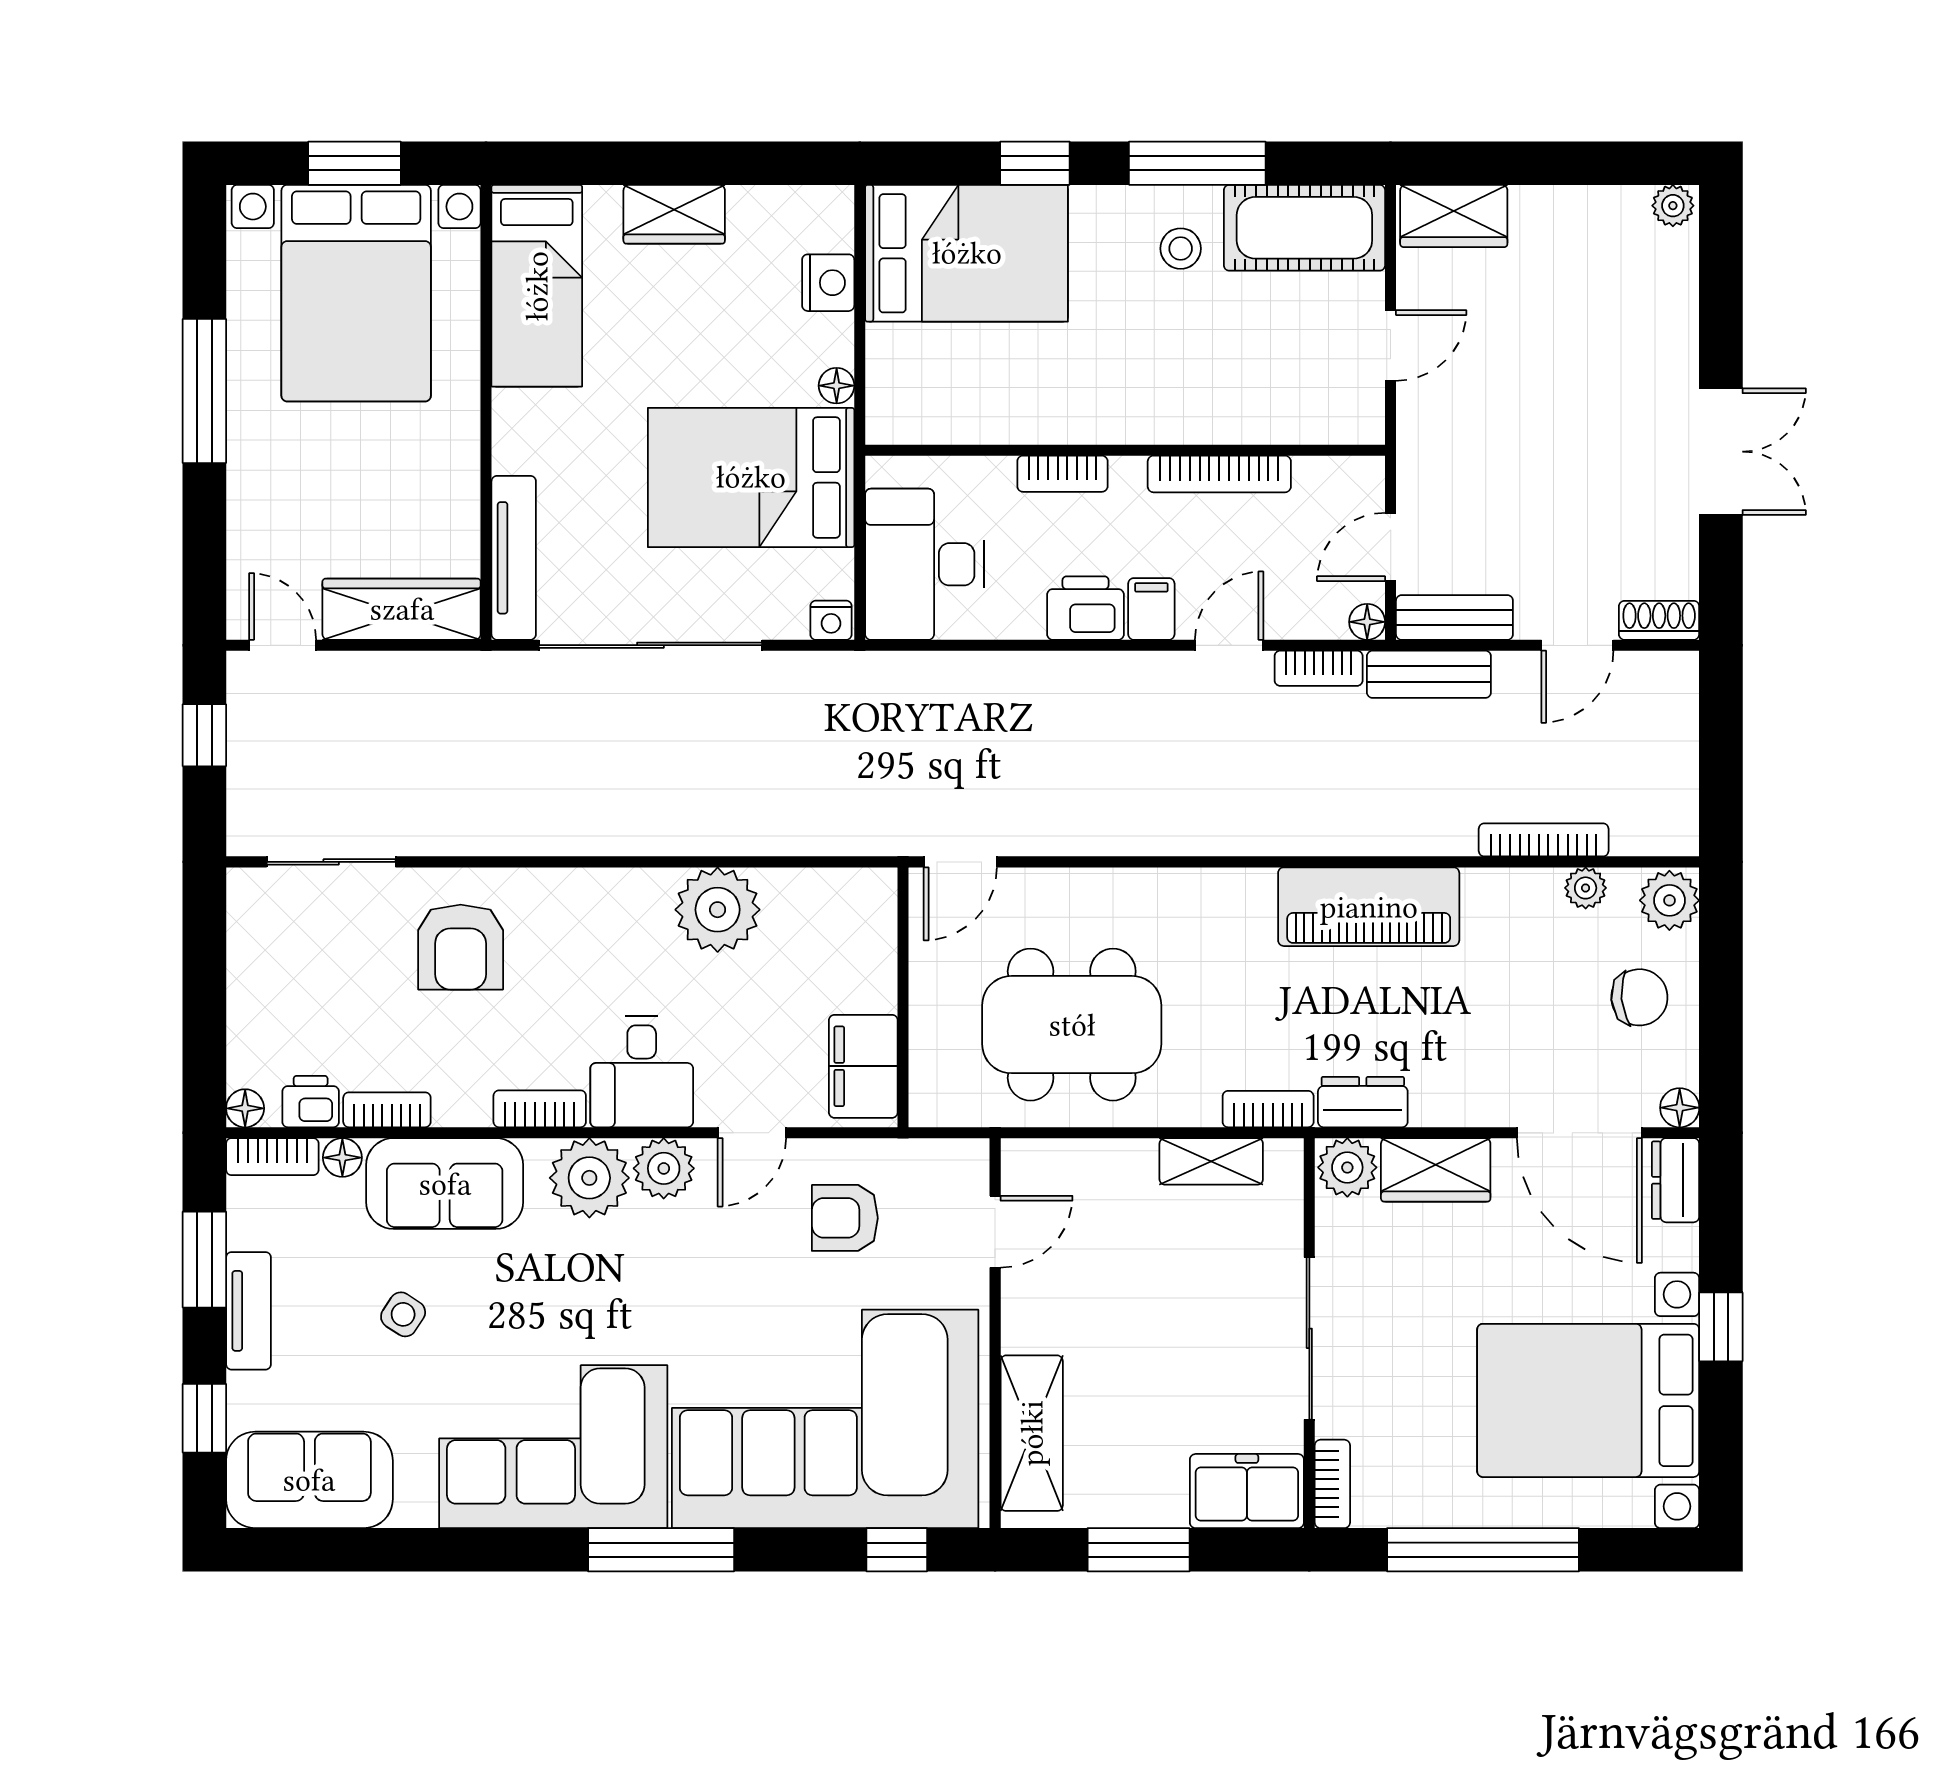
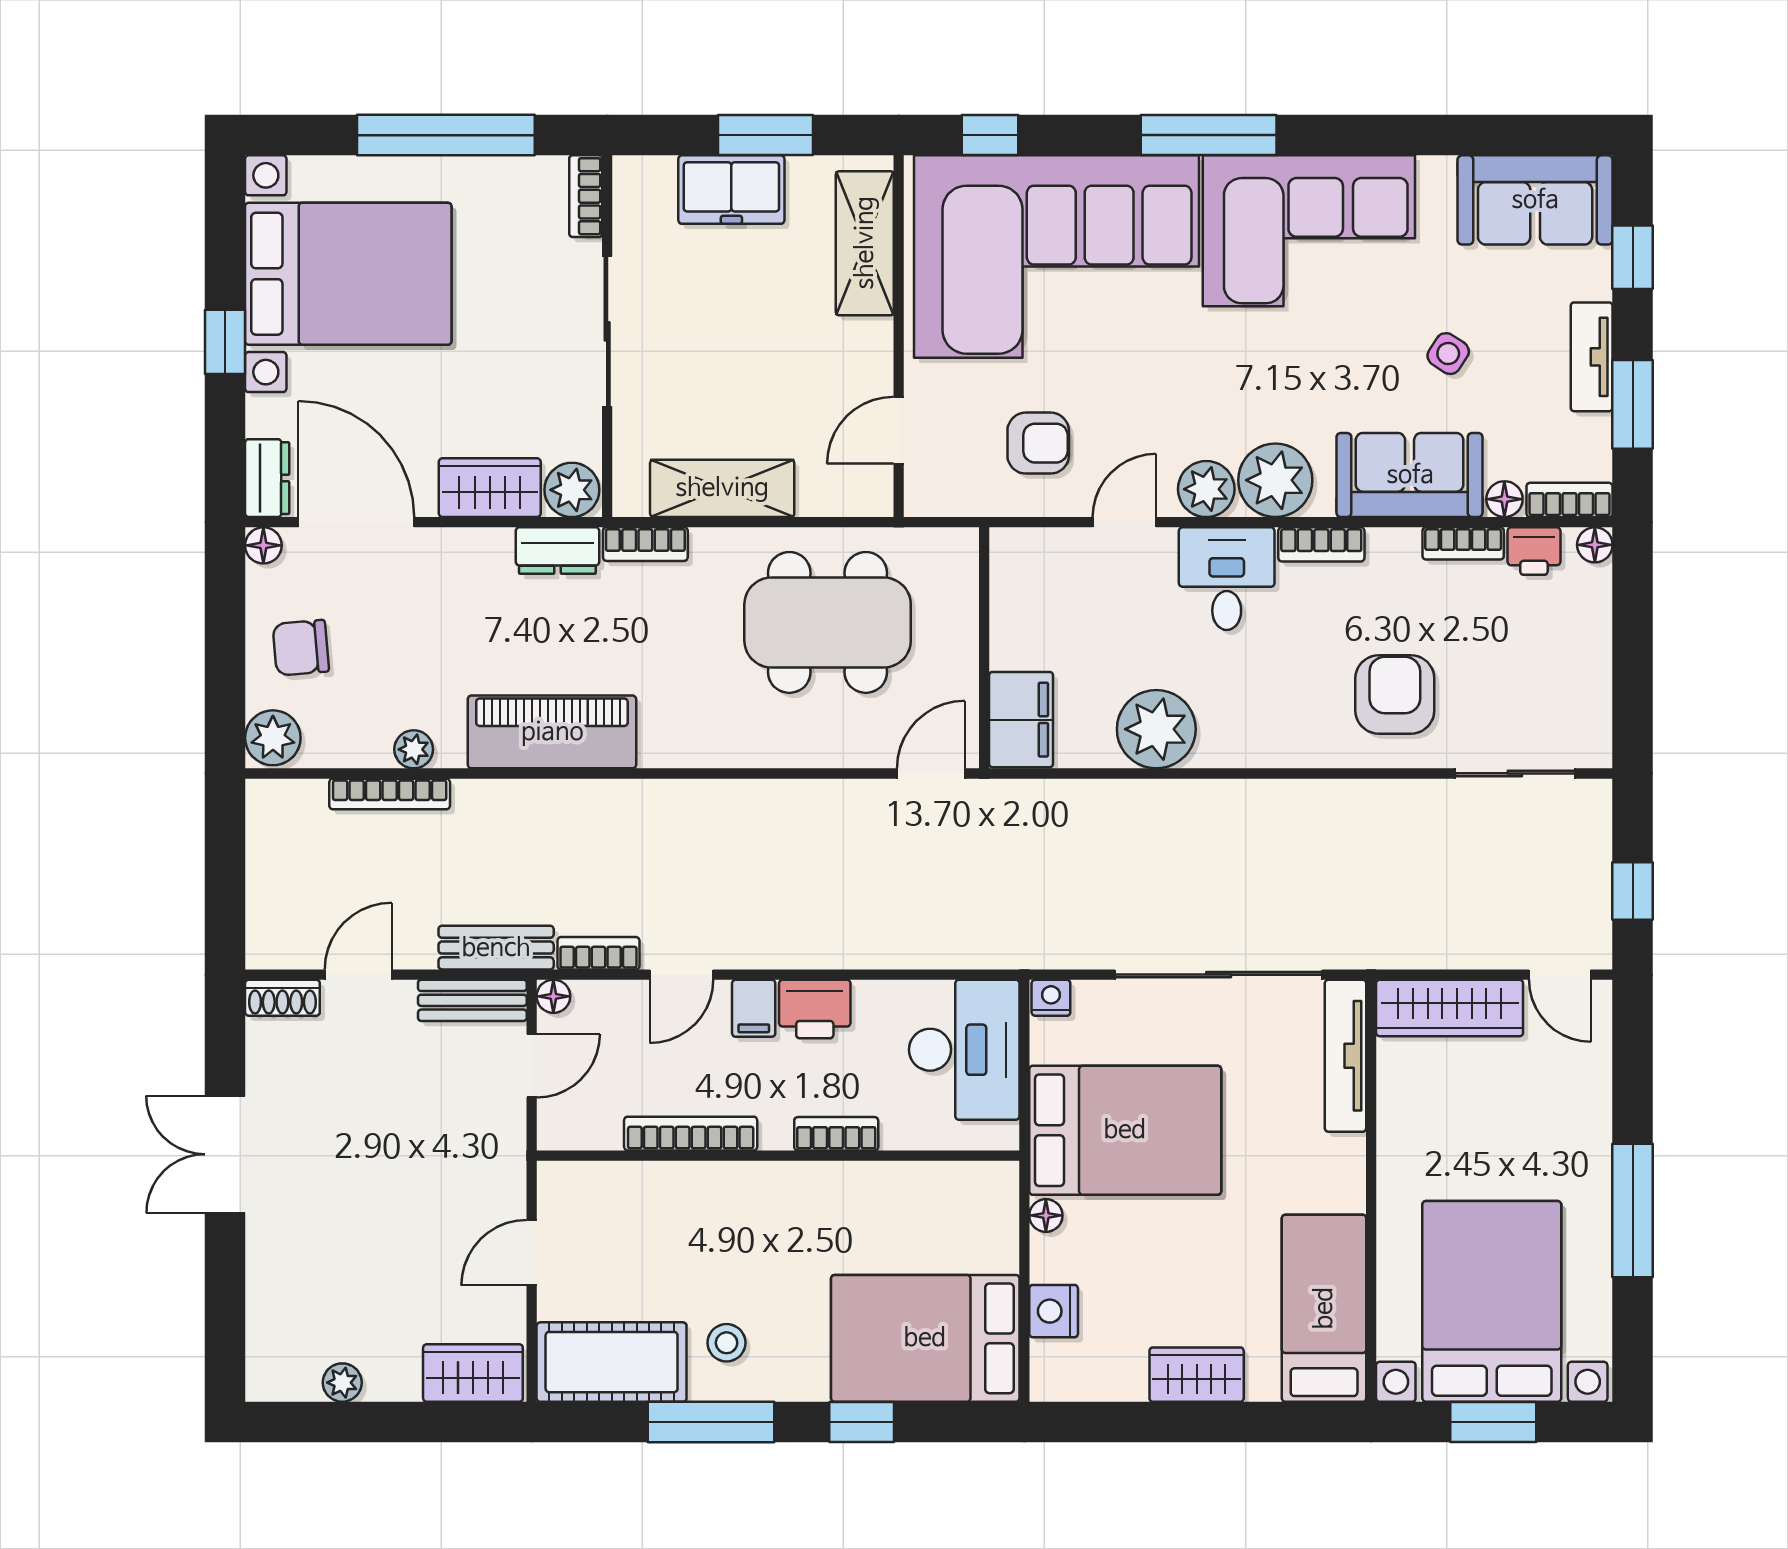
plant: (1673, 206) -> (342, 1383), moved
plant: (1586, 888) -> (414, 749), moved
filing cabinet: (863, 1066) -> (1021, 720), moved
shelving: (1211, 1161) -> (722, 488), width x1.50, depth x1.33
freezer: (1247, 1491) -> (731, 190), moved

